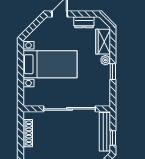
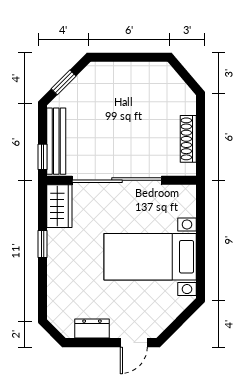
wardrobe: (103, 42) -> (59, 206), moved
plant: (105, 60) -> (55, 264), removed
window: (113, 138) -> (43, 157), moved

